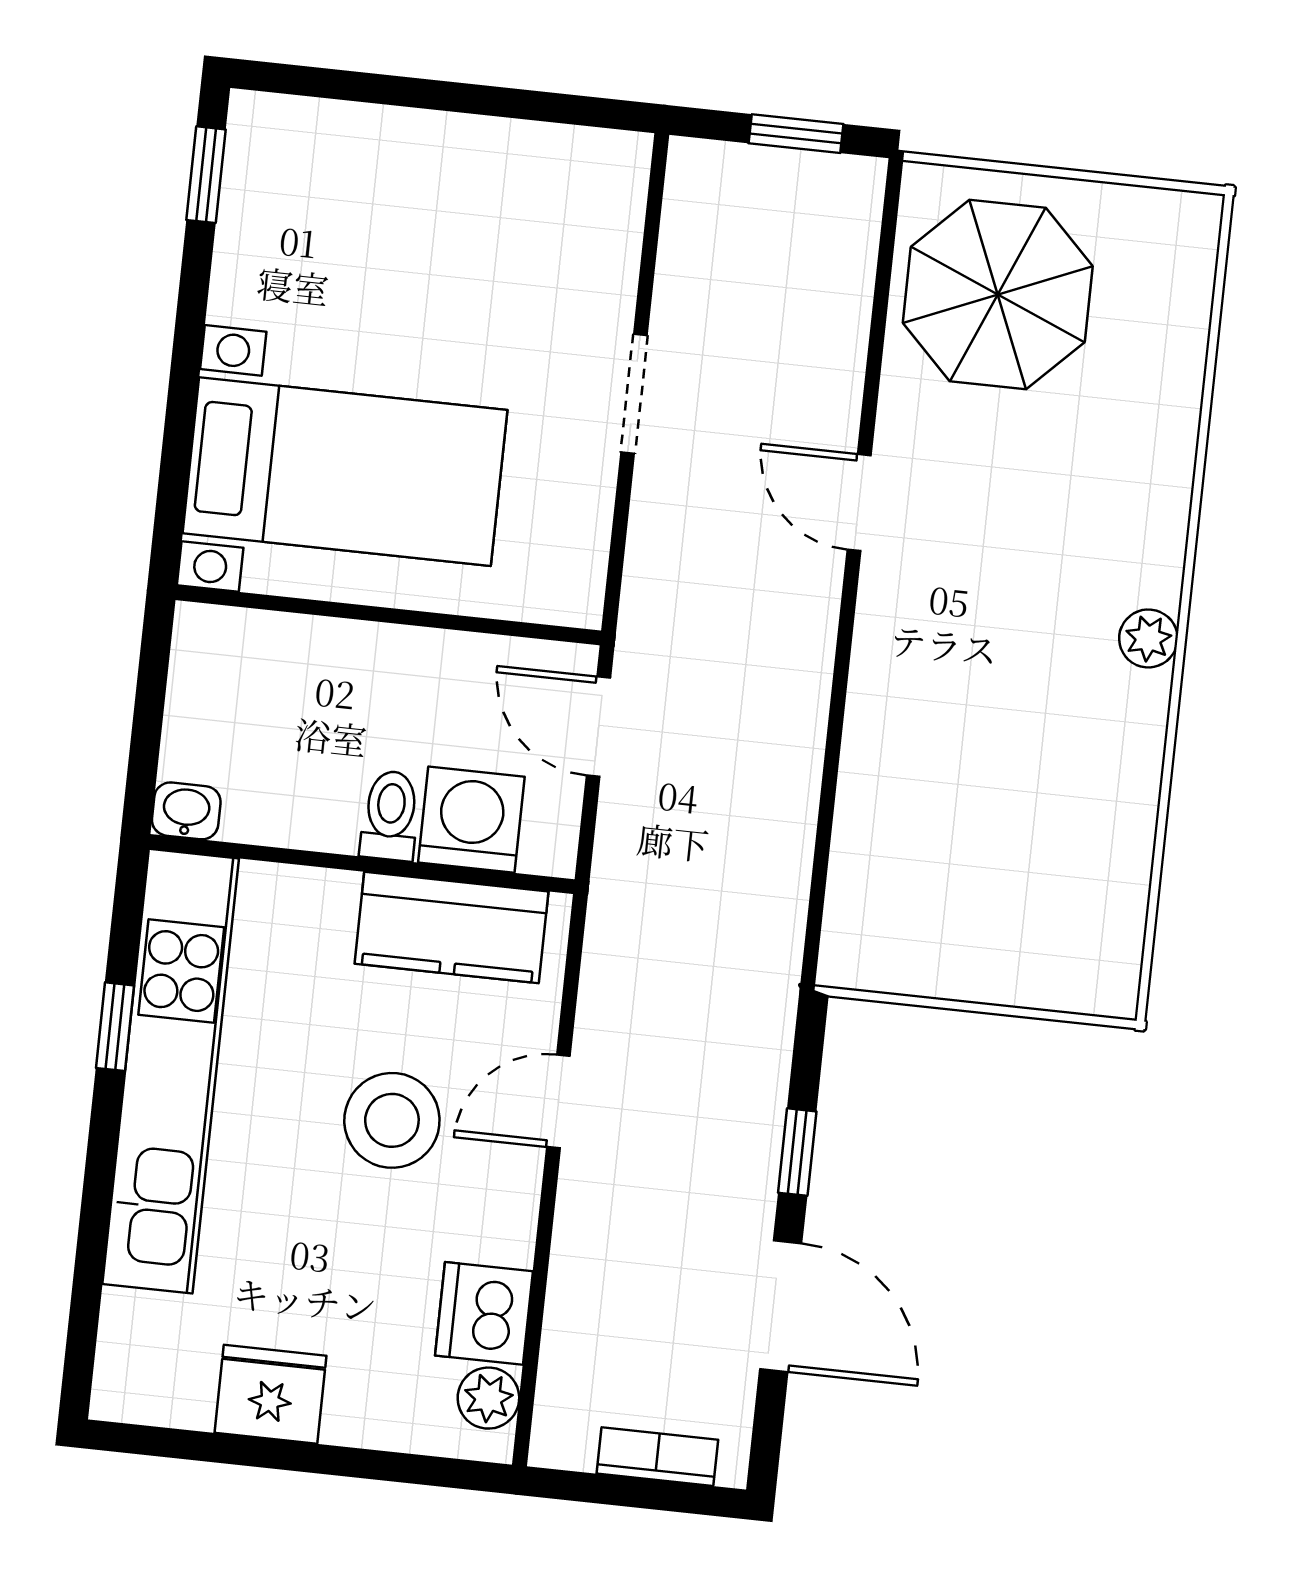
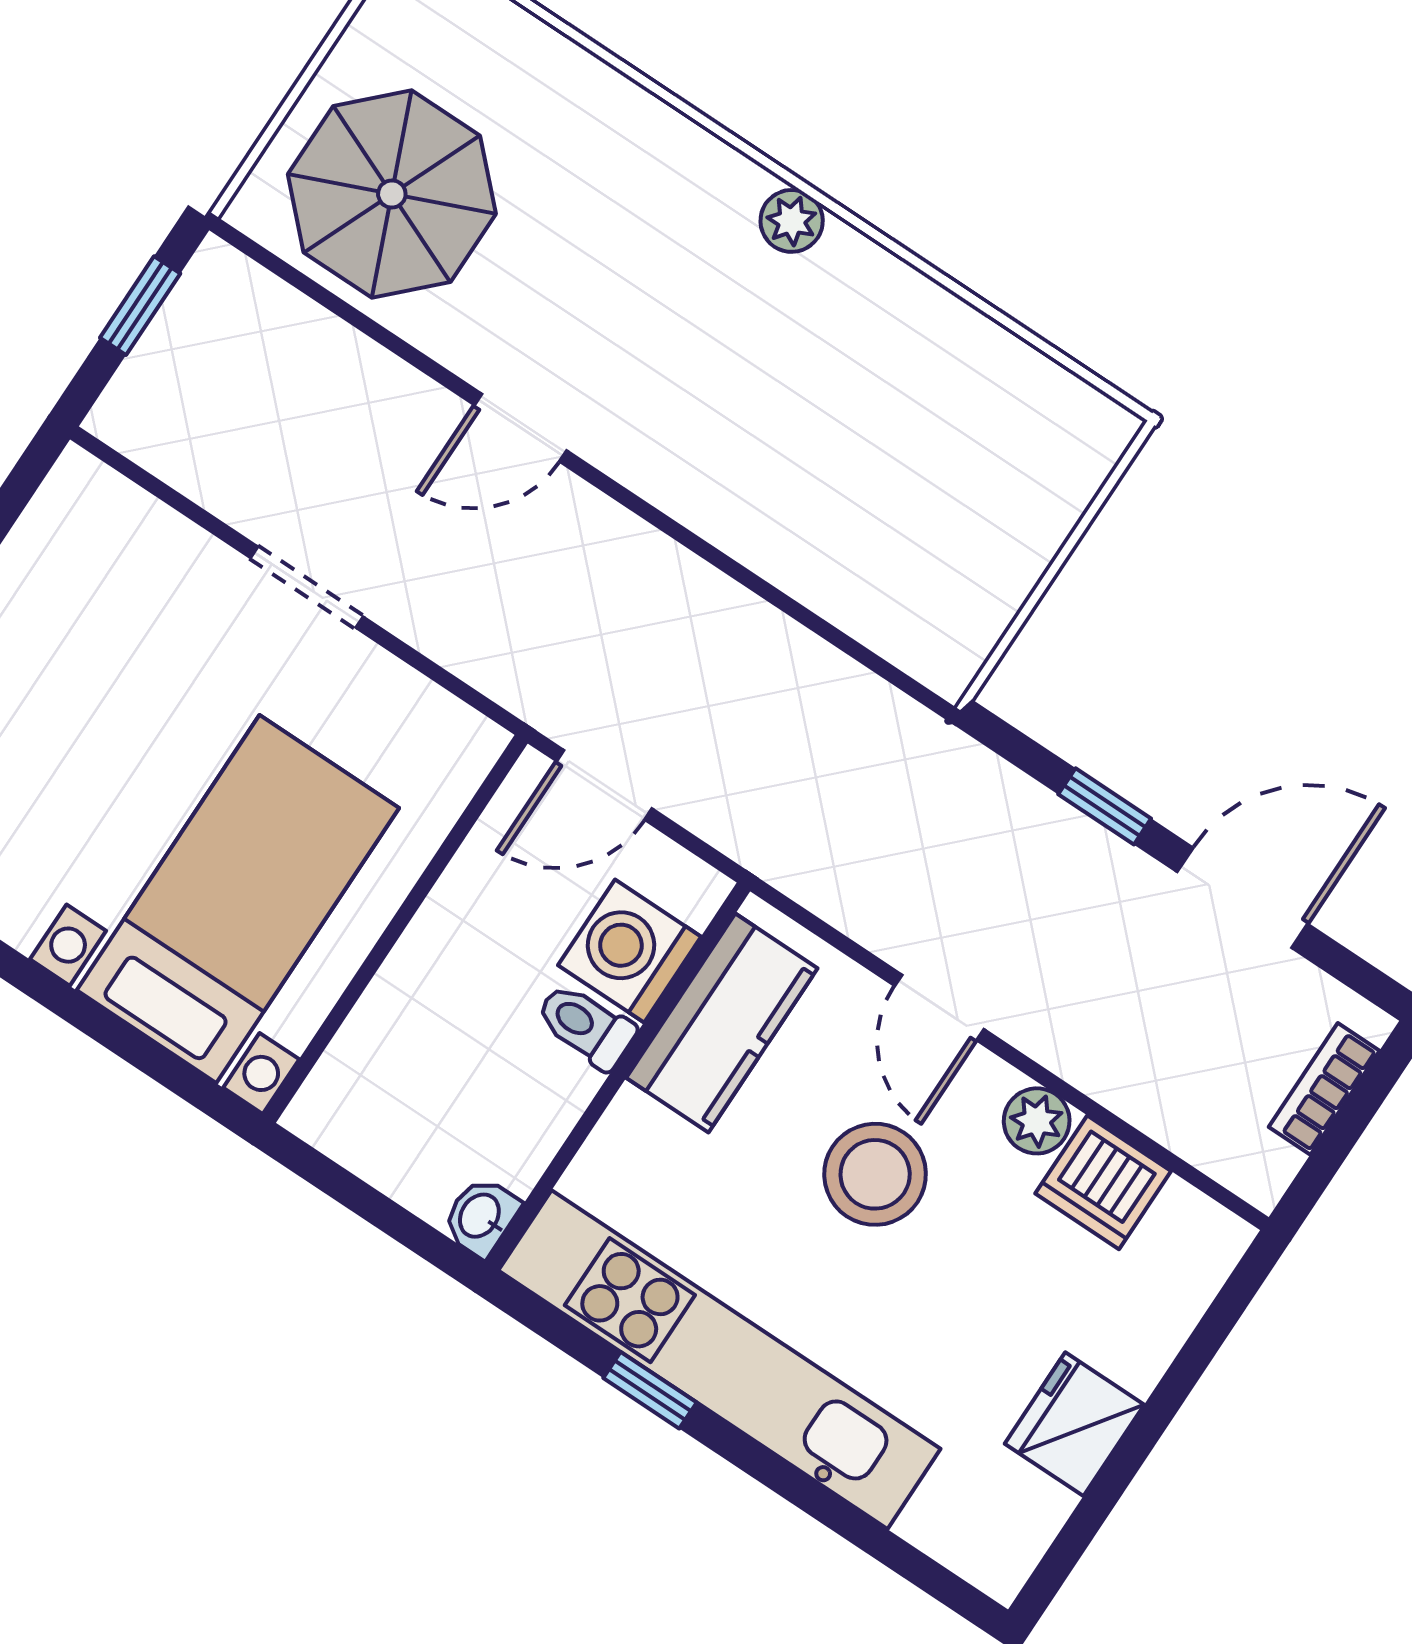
plant: (488, 1398) -> (1037, 1121), moved

